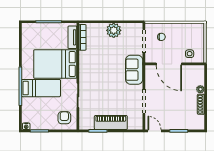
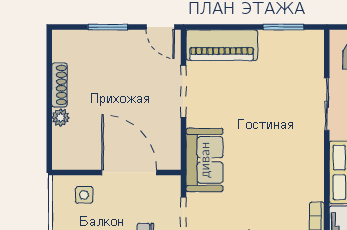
piano: (111, 123) -> (222, 45), moved

